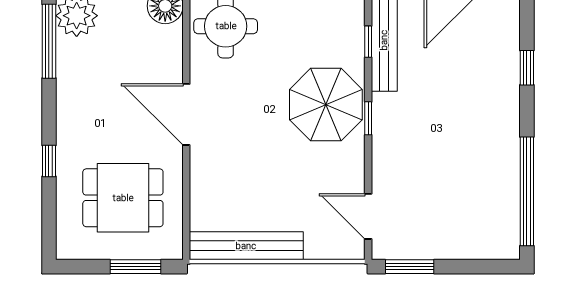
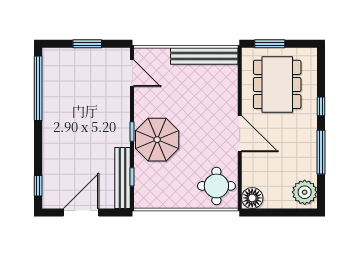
window: (49, 41) -> (321, 152), moved
window: (527, 68) -> (38, 186), moved
dining table: (123, 198) -> (277, 84), width x1.38
window: (410, 267) -> (87, 44), moved

